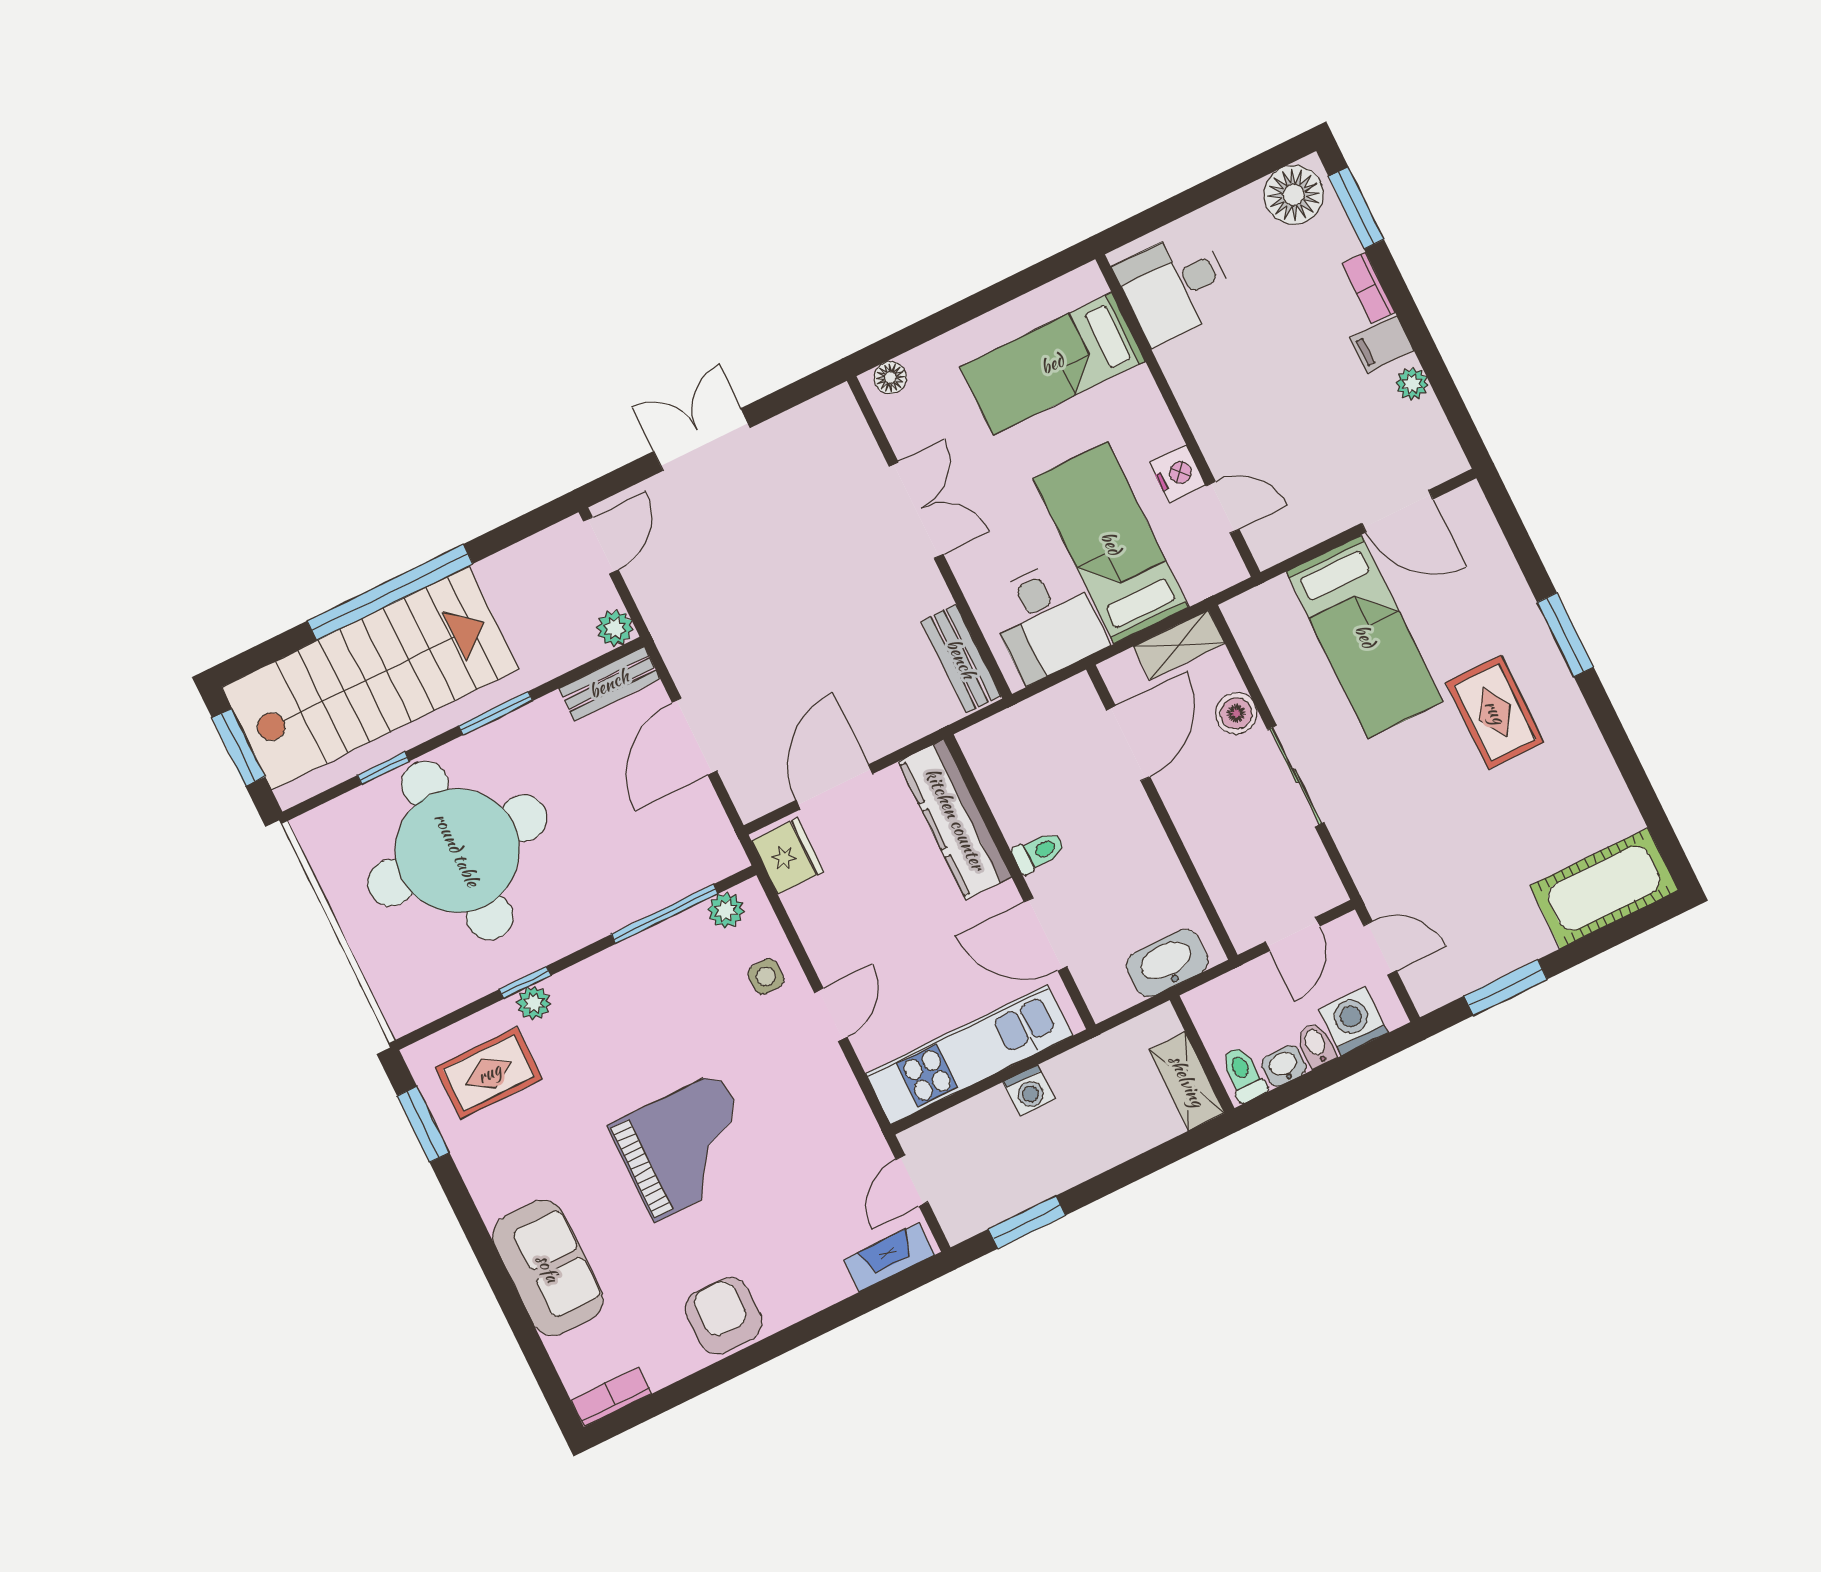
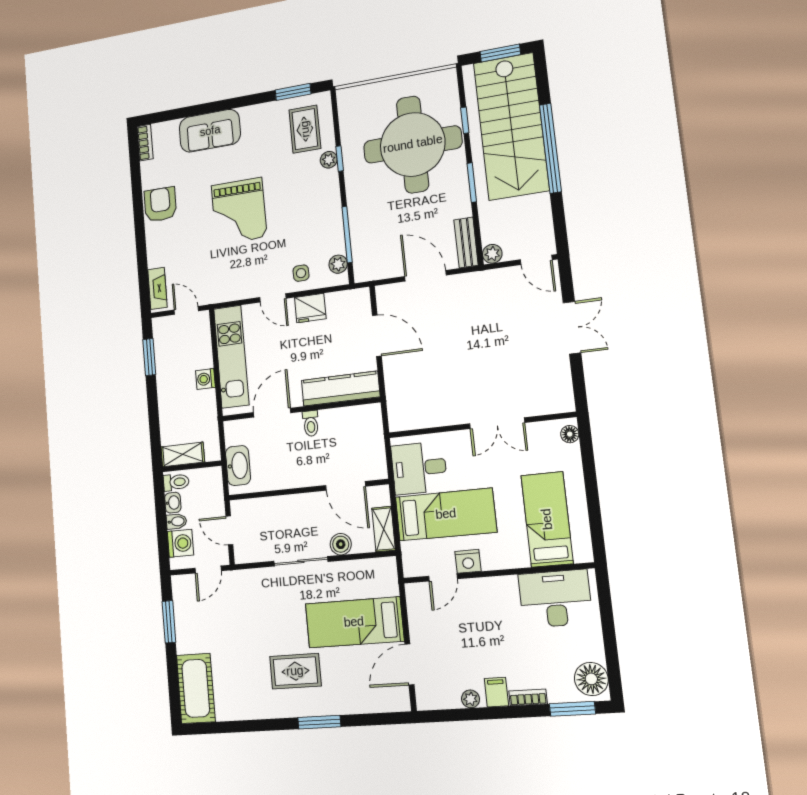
desk: (1175, 286) -> (555, 599), width x1.37
bench: (961, 659) -> (416, 419), removed
fridge: (788, 856) -> (310, 308), moved
armchair: (724, 1316) -> (160, 204), turned -90

